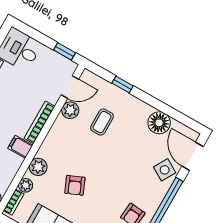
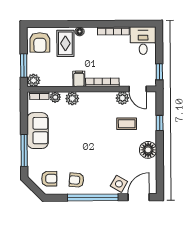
floor lamp: (159, 123) -> (148, 150), moved
armchair: (75, 185) -> (74, 130), removed

